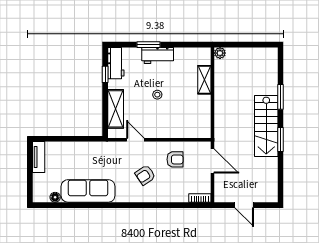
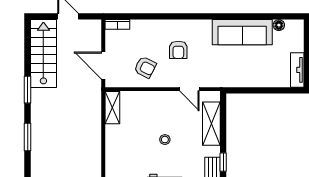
shelving: (204, 80) -> (112, 108), moved
stairs: (266, 126) -> (43, 54), moved
armchair: (175, 159) -> (145, 67), turned -153
armchair: (145, 175) -> (178, 50), turned 124

